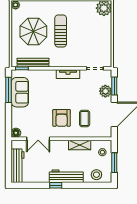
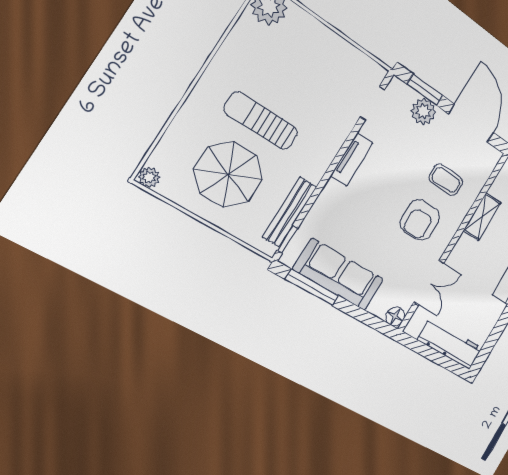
sofa: (20, 92) -> (339, 275), width x1.36
armchair: (62, 118) -> (420, 220), turned 90

